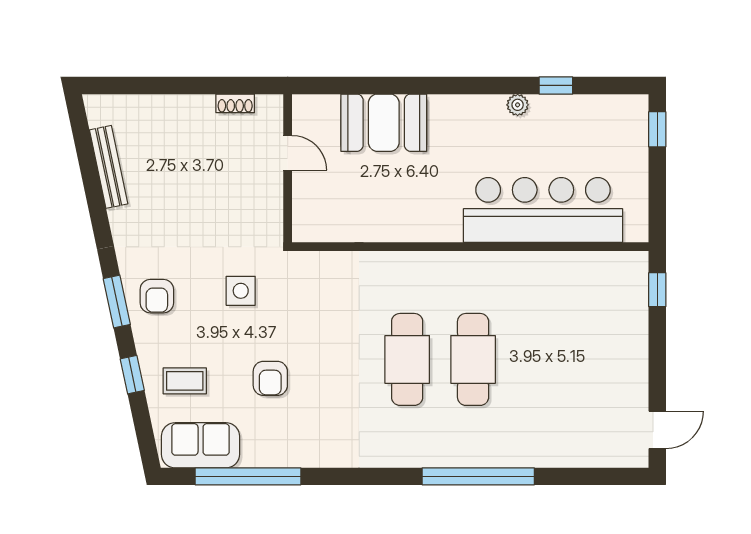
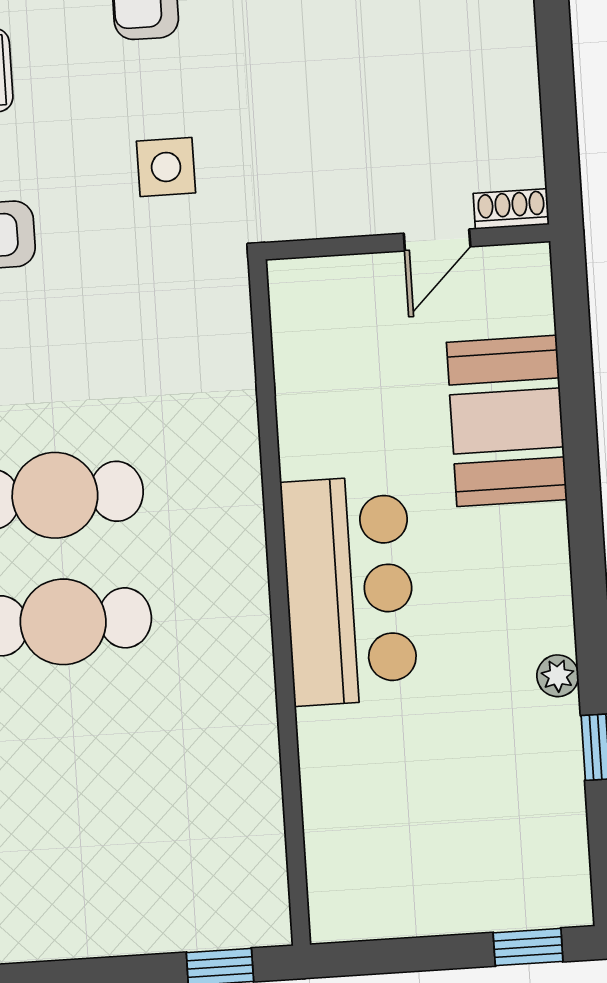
shoe rack: (235, 103) -> (511, 209), moved, turned 90
bar counter: (543, 210) -> (349, 590), moved, width x0.73

